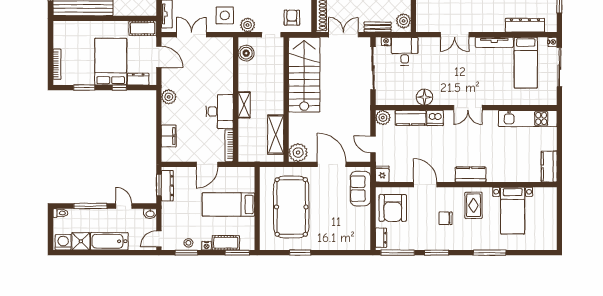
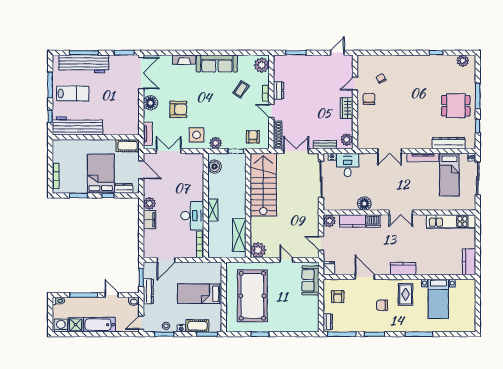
filing cabinet: (169, 136) -> (149, 220), moved
door: (207, 164) -> (166, 260), moved
door: (332, 164) -> (286, 260), width x0.53
dresser: (167, 186) -> (148, 291), moved
armchair: (393, 208) -> (338, 297), width x0.53, depth x0.53

